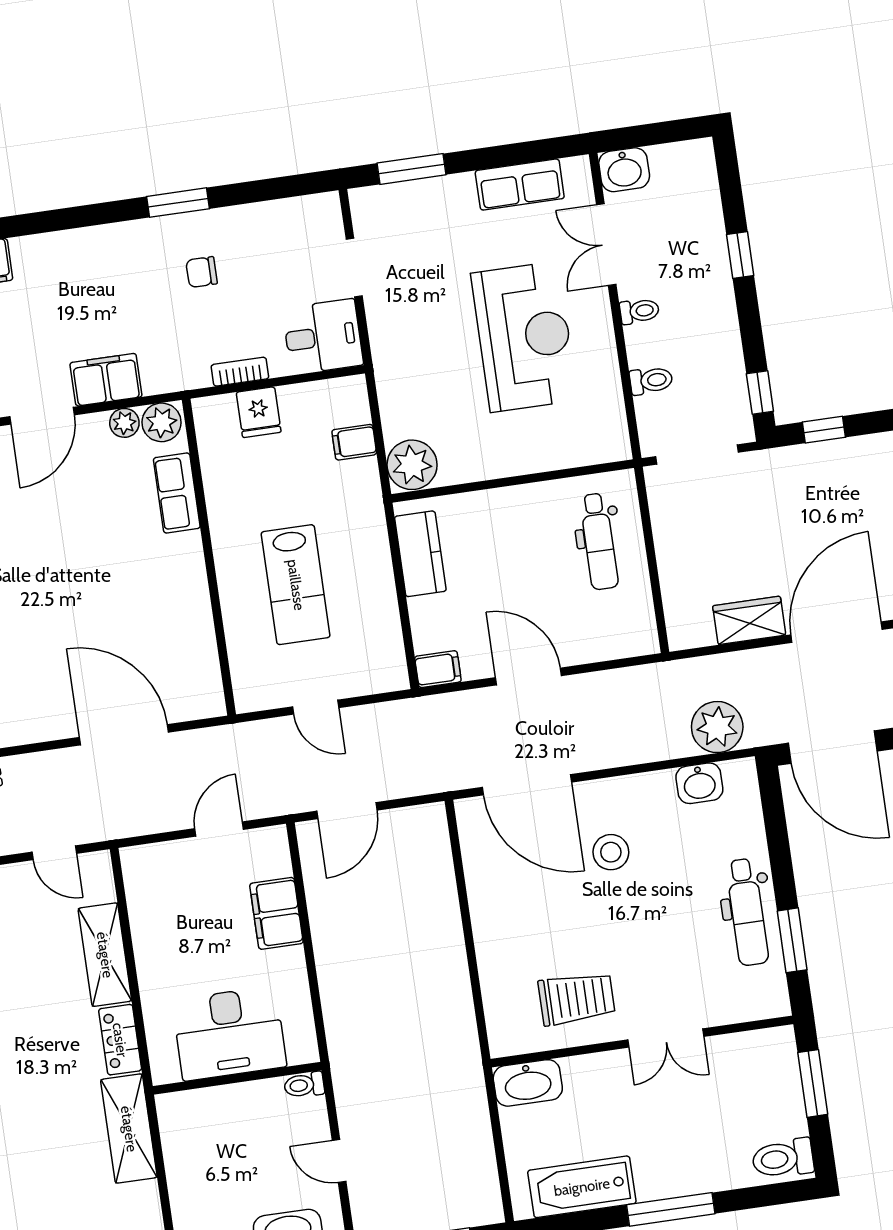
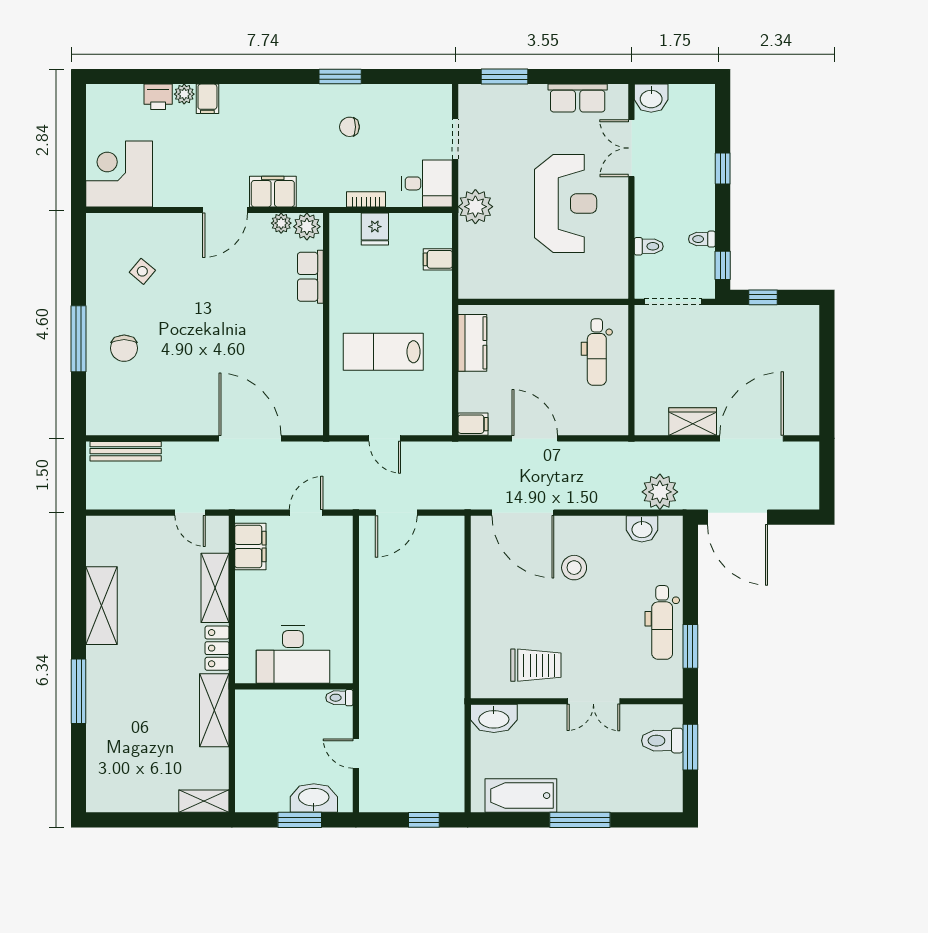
toilet: (639, 311) -> (702, 239), moved, turned 180
plant: (412, 465) -> (475, 207), moved
lab bench: (296, 585) -> (383, 352), turned 90
filing cabinet: (276, 913) -> (250, 546), moved, turned 180
toilet: (783, 1158) -> (662, 741), moved

